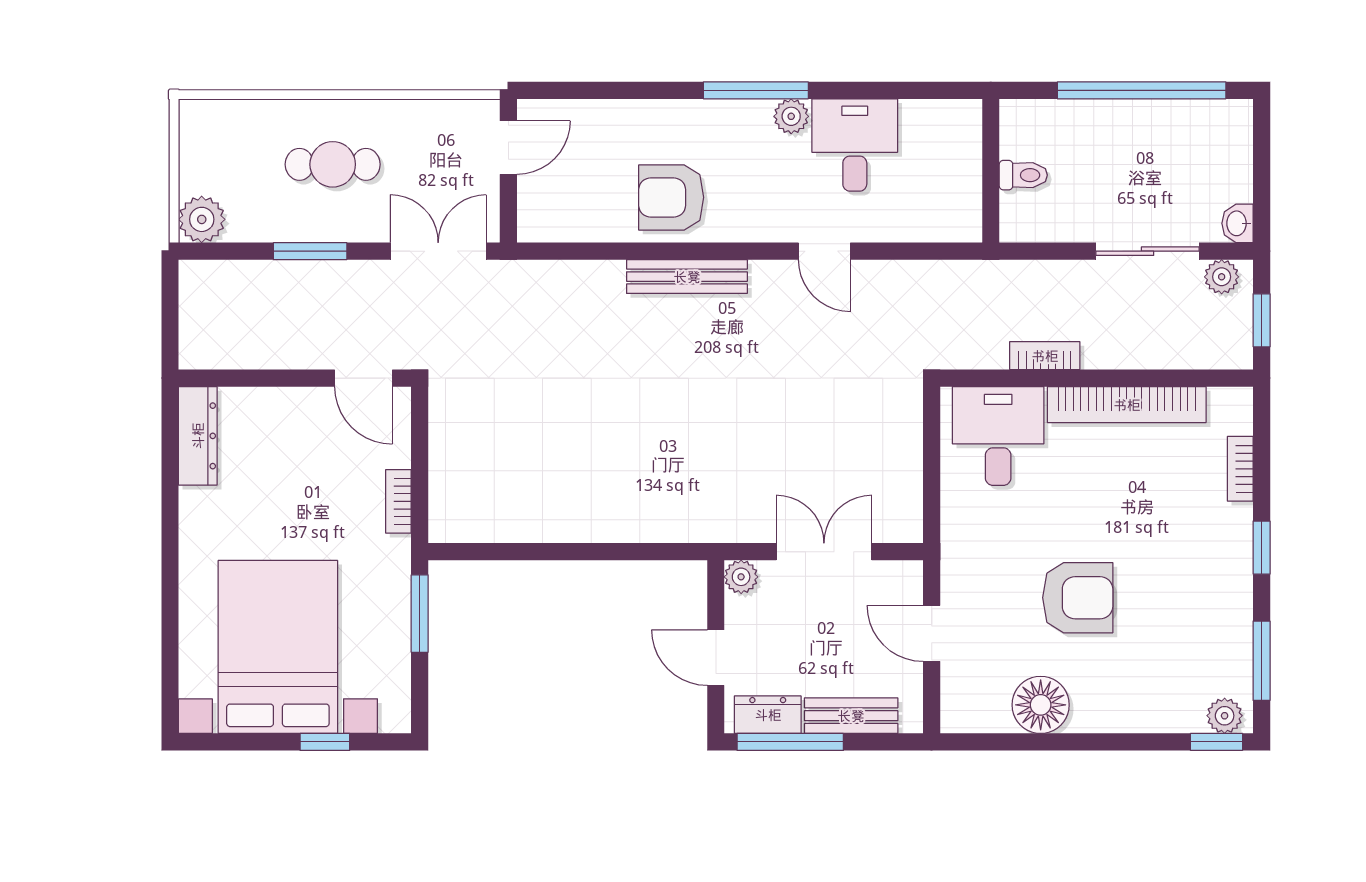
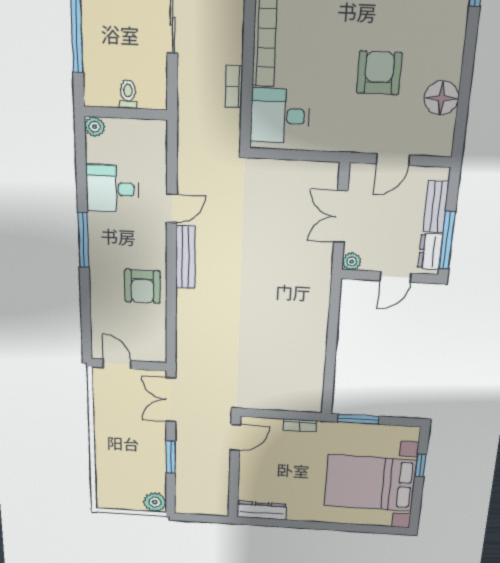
plant: (791, 116) -> (95, 127), moved
cafe table: (333, 164) -> (127, 445), removed
bench: (687, 277) -> (185, 257), moved

